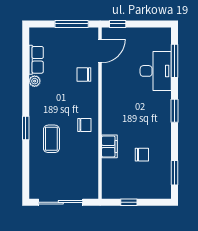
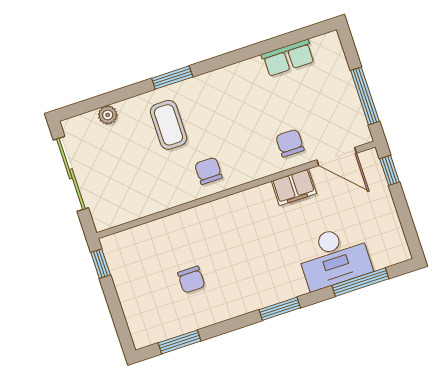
plant: (35, 81) -> (108, 115), moved
chair: (84, 125) -> (208, 171), turned 180
coffee table: (51, 139) -> (169, 125), turned 90
filing cabinet: (109, 146) -> (294, 187), moved
window: (129, 202) -> (101, 264), moved

